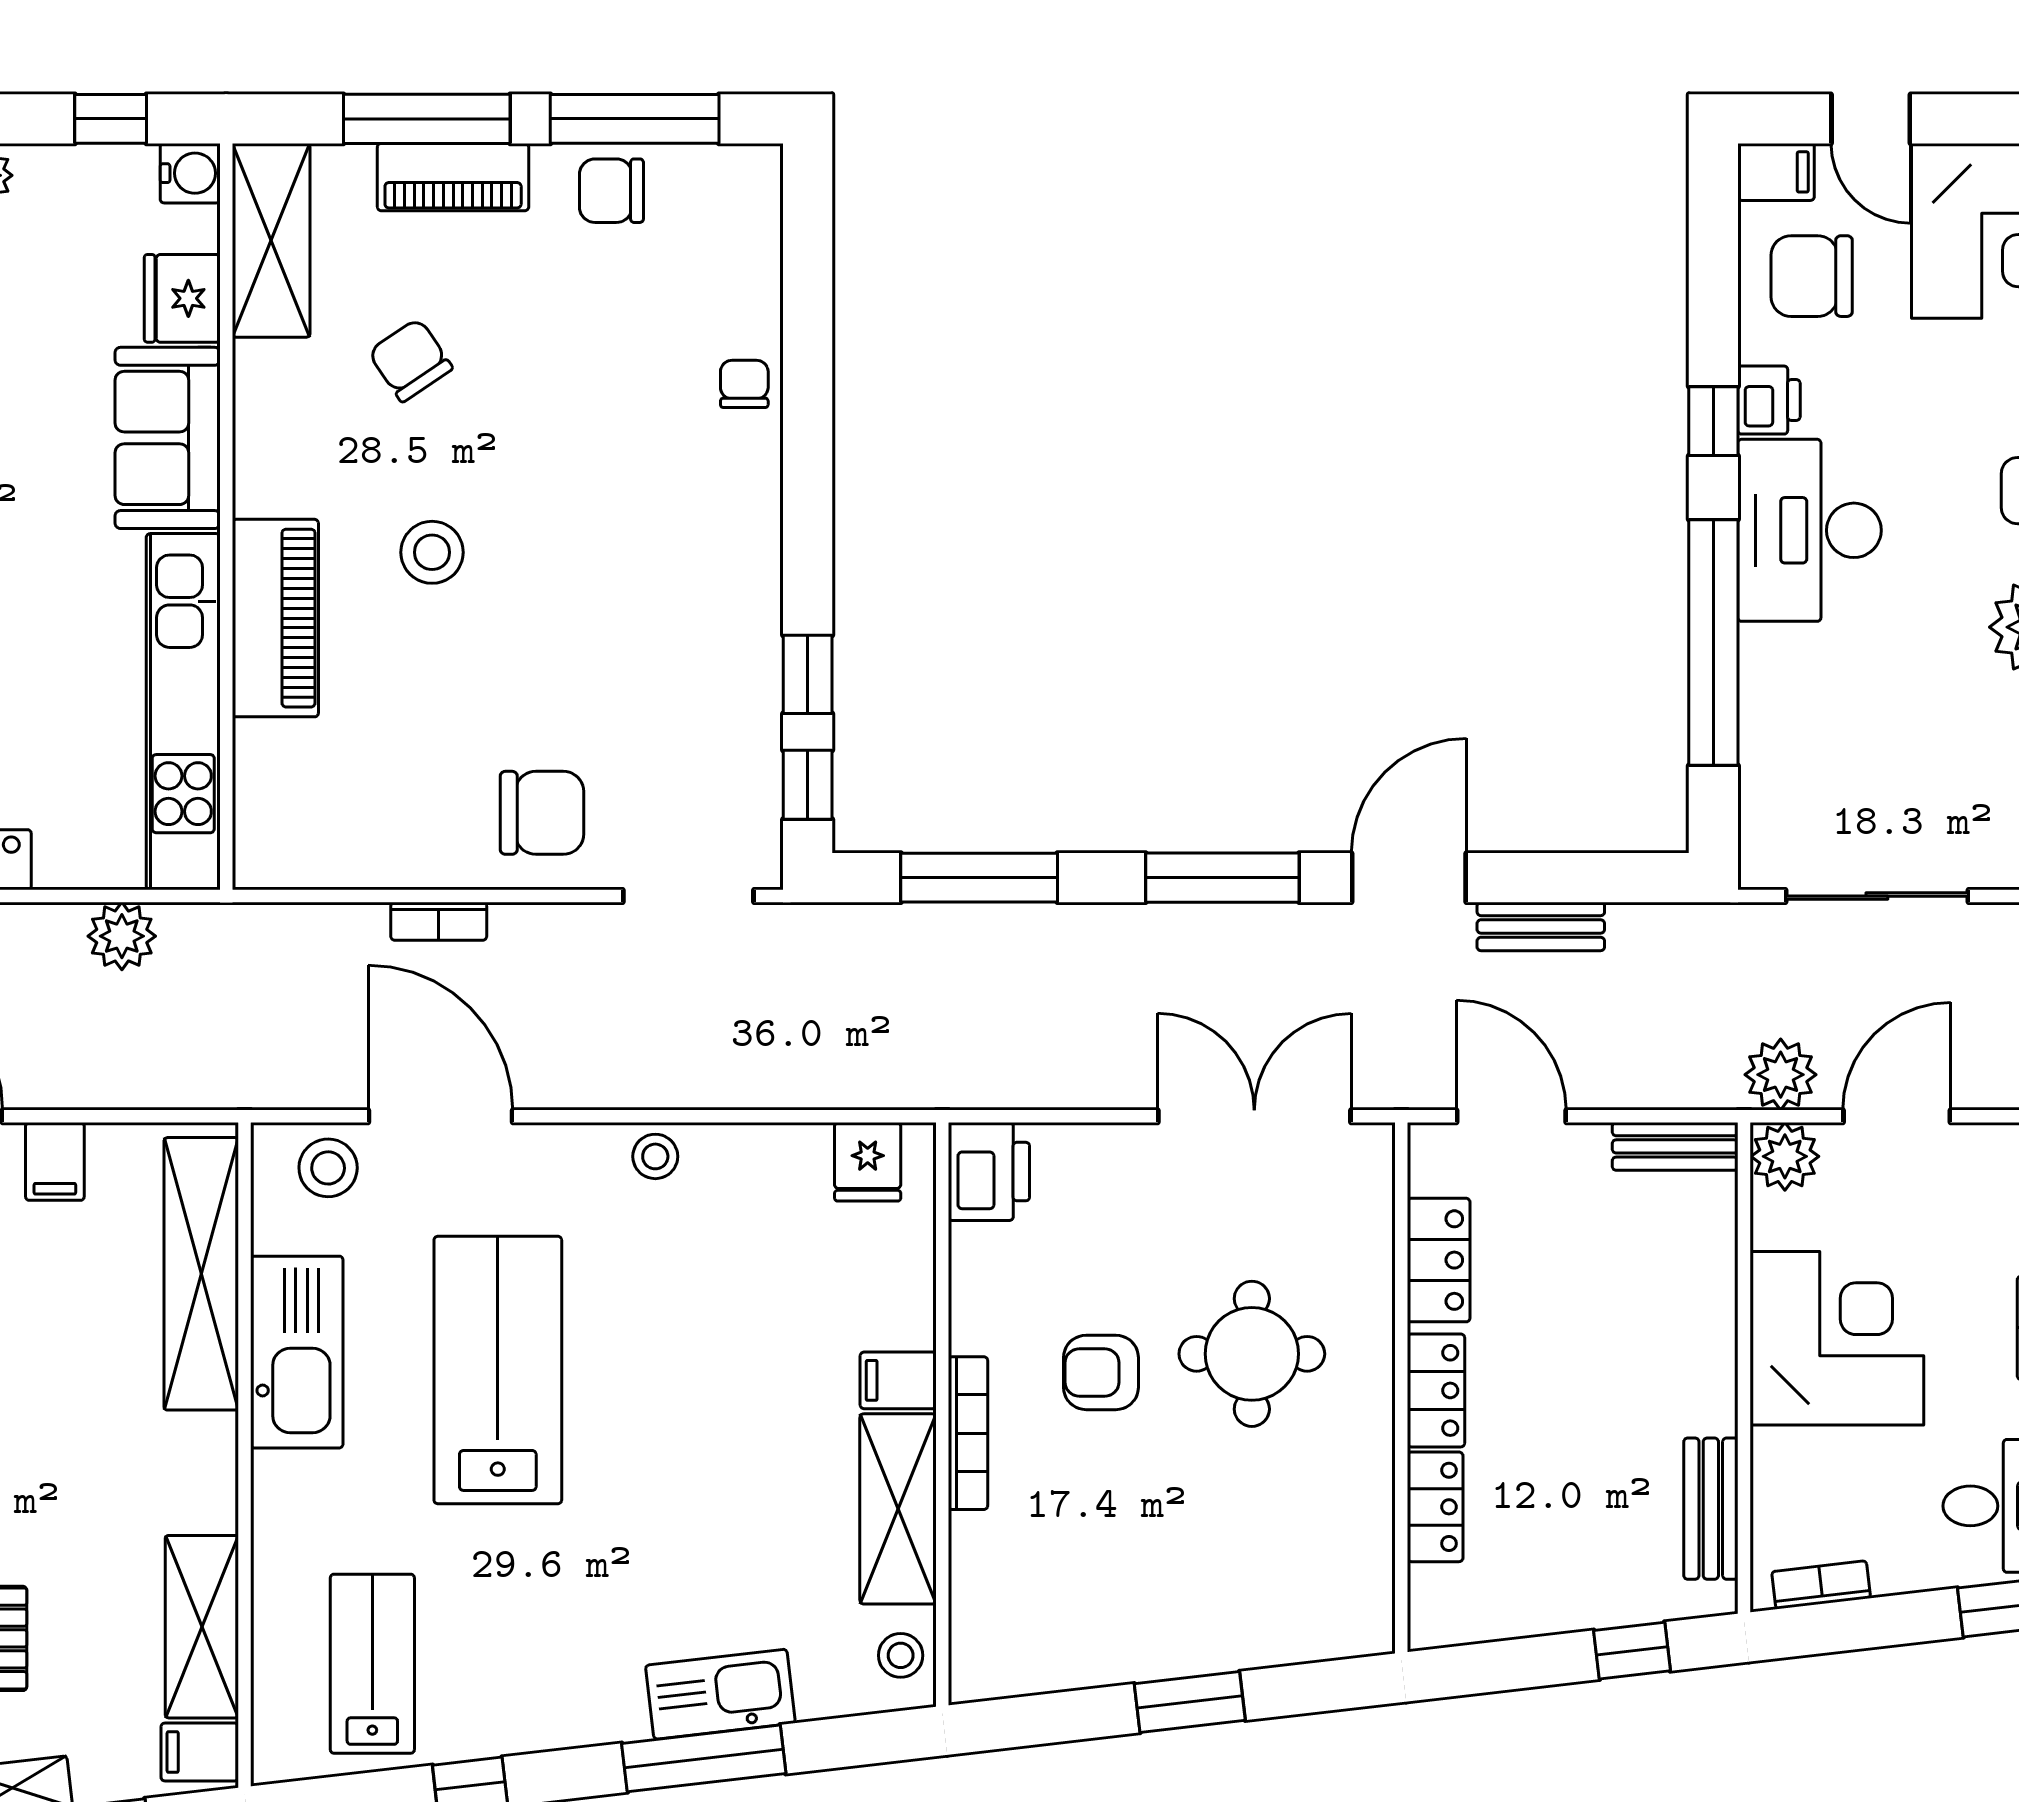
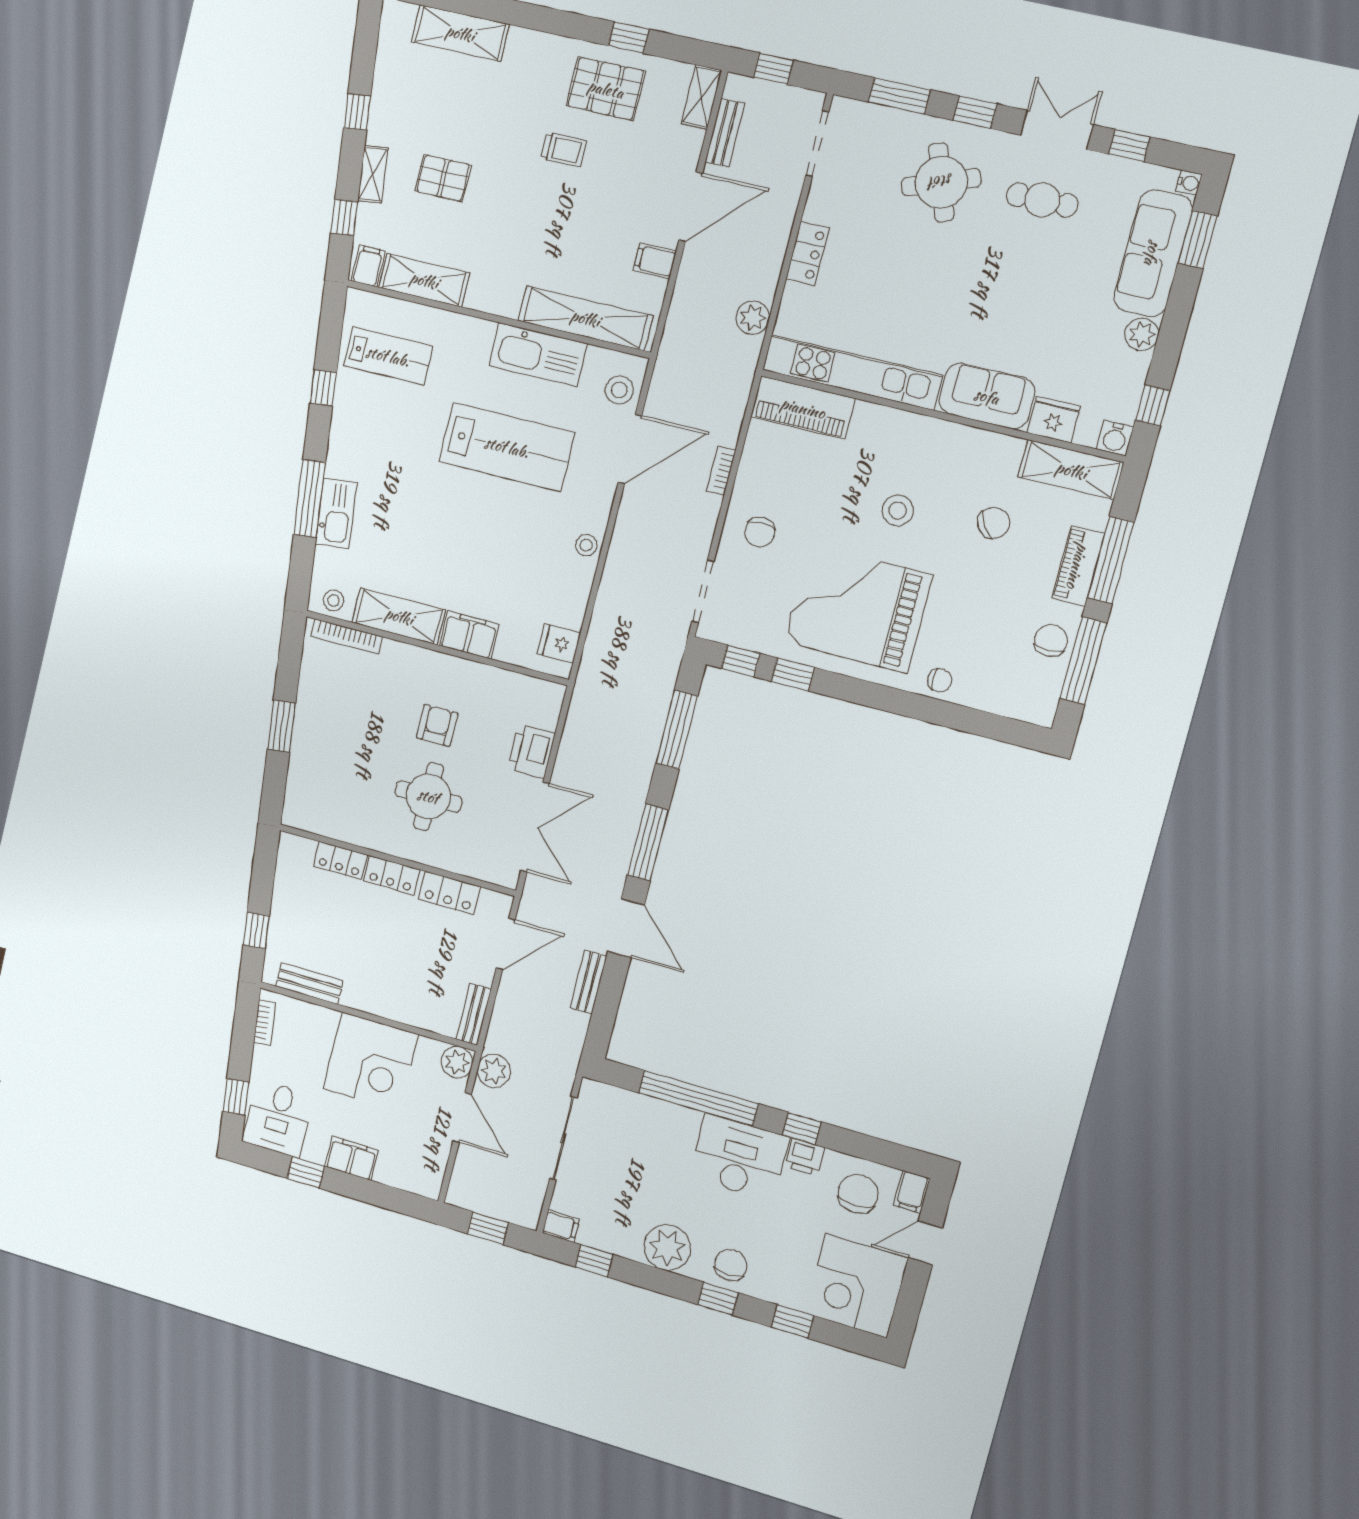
grand piano: (644, 580) -> (858, 609), added
piano: (275, 618) -> (803, 408), moved
chair: (542, 813) -> (760, 532), width x0.73, depth x0.73
printer: (989, 1172) -> (531, 751), moved, turned 90
filing cabinet: (898, 1380) -> (469, 635), width x2.00
bookcase: (968, 1433) -> (347, 637), moved

